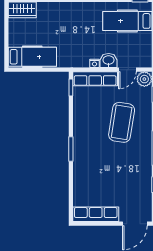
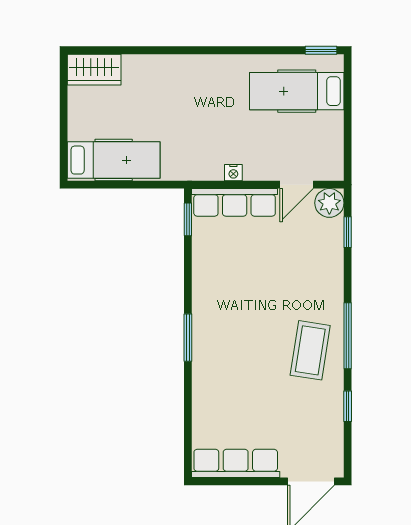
washbasin: (109, 60) -> (260, 167), removed
coffee table: (122, 122) -> (310, 350), moved, width x0.73, depth x0.76

